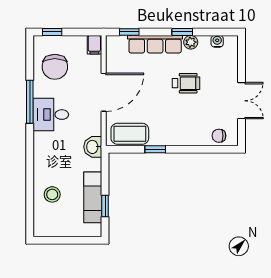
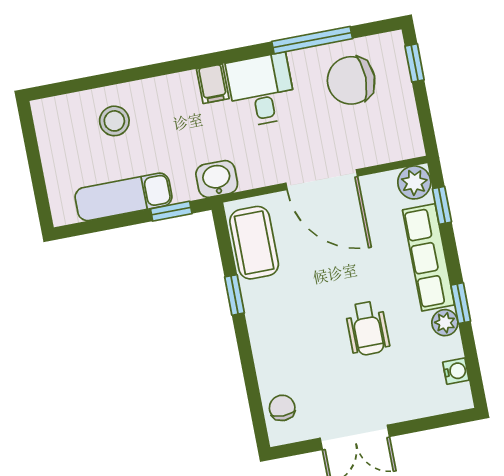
plant: (114, 44) -> (414, 182), added
filing cabinet: (94, 45) -> (213, 84), moved, turned -90
window: (30, 102) -> (312, 40), moved
window: (105, 206) -> (171, 211), moved

